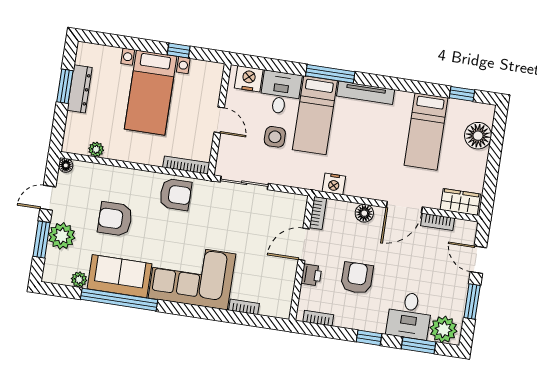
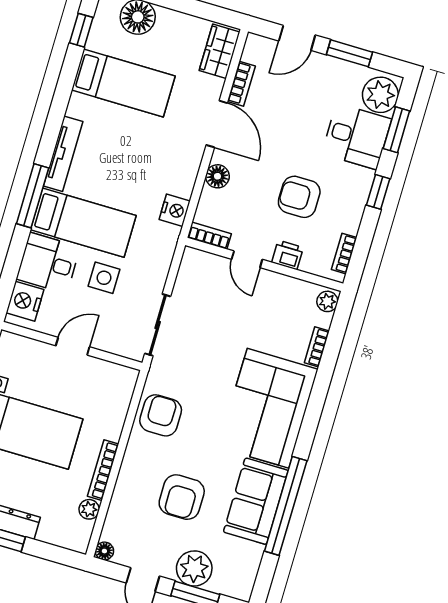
bookcase: (186, 165) -> (103, 470), moved
door: (304, 244) -> (247, 259), width x0.73
plant: (79, 279) -> (327, 301), moved

